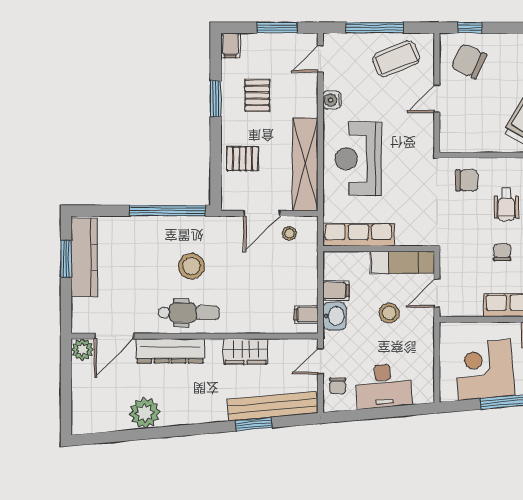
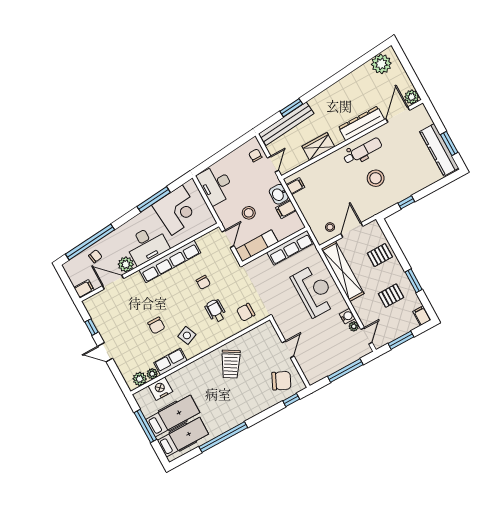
coffee table: (396, 59) -> (323, 359), removed
plant: (331, 81) -> (354, 326), added
pallet: (257, 95) -> (391, 296), turned 90
window: (168, 211) -> (406, 202), width x0.32
dental chair: (189, 313) -> (363, 151), turned 180
desk: (384, 386) -> (216, 185), moved, turned -85
plant: (145, 413) -> (381, 64), moved

